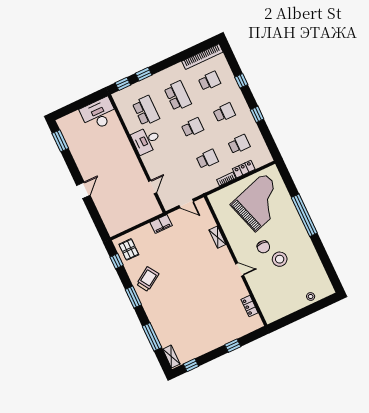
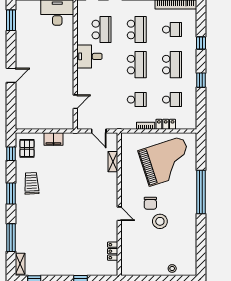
school desk: (224, 113) -> (172, 65), width x1.85
school desk: (192, 127) -> (137, 65), width x1.85
filing cabinet: (161, 224) -> (53, 139), moved
shelving: (218, 237) -> (113, 162), moved
trolley: (148, 279) -> (32, 183), turned -60

